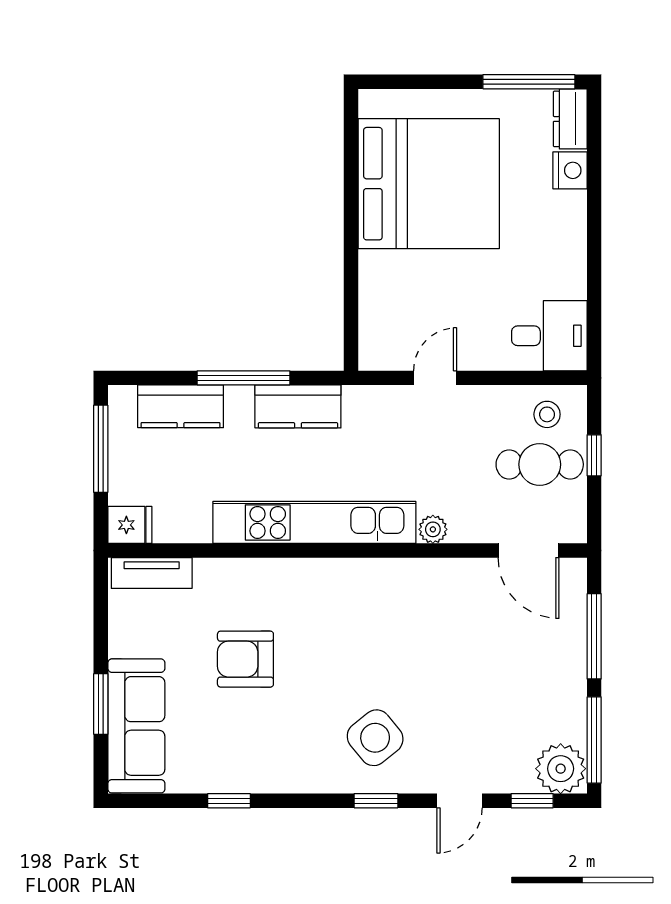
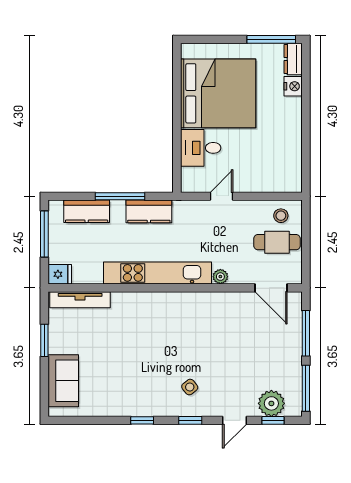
desk: (549, 336) -> (201, 148), moved, turned 180
window: (594, 455) -> (306, 237), removed
tv unit: (152, 573) -> (80, 300), width x1.41
armchair: (245, 659) -> (121, 345), removed
window: (101, 704) -> (44, 340), moved
sofa: (136, 726) -> (63, 381), width x0.73
side table: (375, 738) -> (190, 387), width x0.54, depth x0.54
plant: (561, 769) -> (271, 403), moved
window: (229, 801) -> (142, 420), moved

